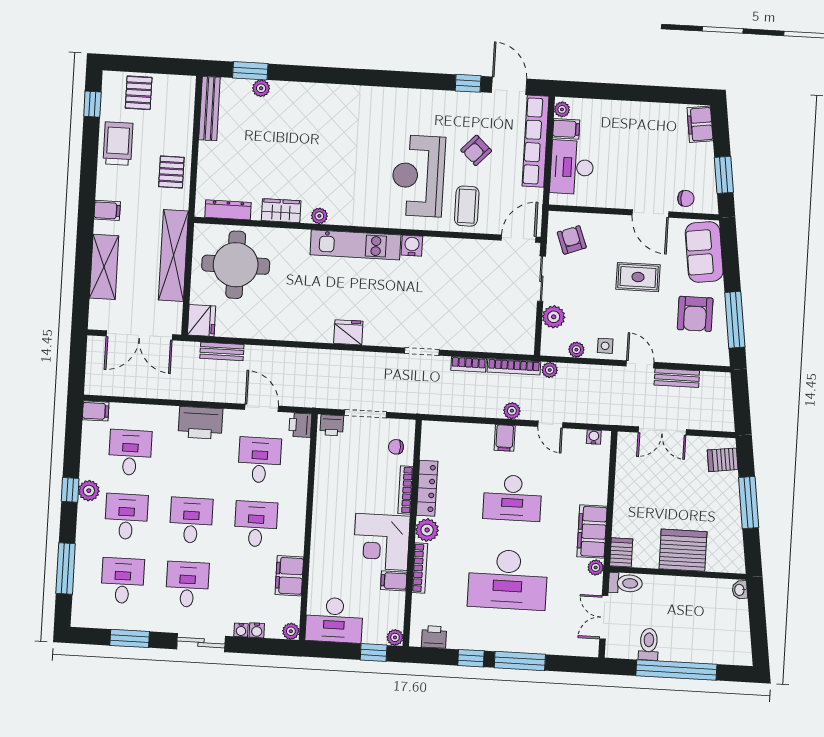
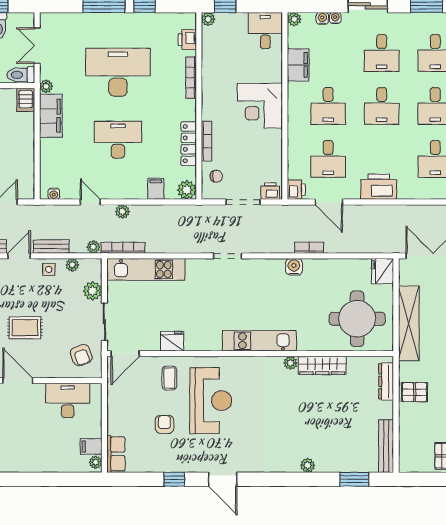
door: (509, 86) -> (223, 479), moved
plant: (261, 88) -> (308, 465), moved
row of seats: (535, 141) -> (116, 454), width x0.50
armchair: (476, 150) -> (164, 424), turned -43
desk: (572, 167) -> (68, 400), moved, turned -90
pallet: (171, 172) -> (414, 392), turned 90
coffee table: (467, 206) -> (169, 378), width x0.73, depth x0.77
dresser: (228, 210) -> (386, 381), moved, turned 90
wardrobe: (281, 211) -> (322, 365), width x1.50
water cooler: (412, 246) -> (294, 267), moved, turned 180
fridge: (348, 332) -> (172, 341), moved, turned 180
kitchen unit: (488, 339) -> (146, 269), added
bench: (222, 351) -> (51, 247), moved
doorway: (422, 352) -> (228, 256), moved
bookcase: (469, 364) -> (309, 248), moved
door: (640, 364) -> (19, 256), swing flipped
filing cabinet: (505, 438) -> (156, 189), moved
plant: (427, 530) -> (187, 190), moved
corner desk: (381, 542) -> (260, 106), moved, turned 180
filing cabinet: (394, 581) -> (212, 66), removed
double door: (604, 617) -> (37, 46), swing flipped
desk: (334, 620) -> (265, 31), width x0.73
printer: (434, 637) -> (187, 40), moved, turned 90

